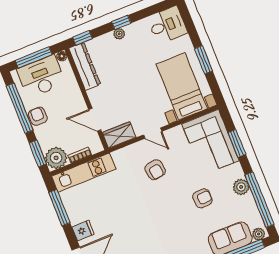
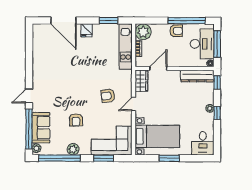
window: (38, 153) -> (151, 21), removed
window: (59, 208) -> (108, 21), width x0.69

